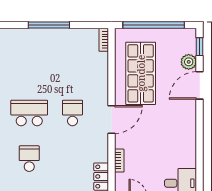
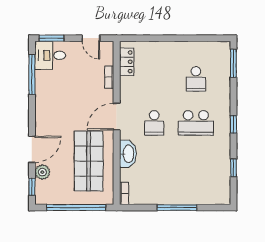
washbasin: (100, 81) -> (128, 154), added
window: (200, 163) -> (32, 74), added

